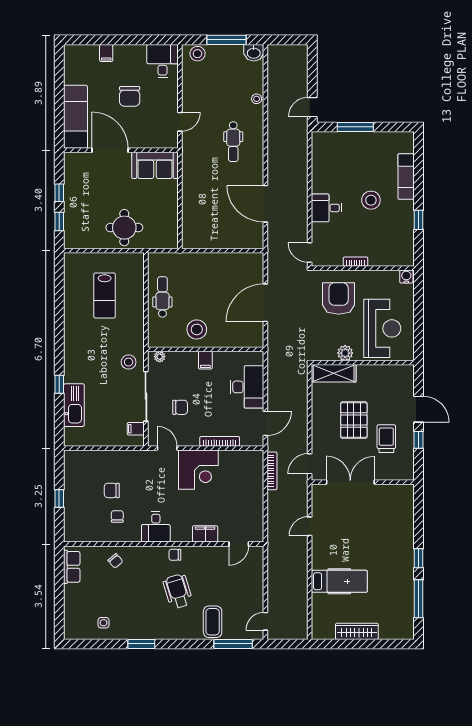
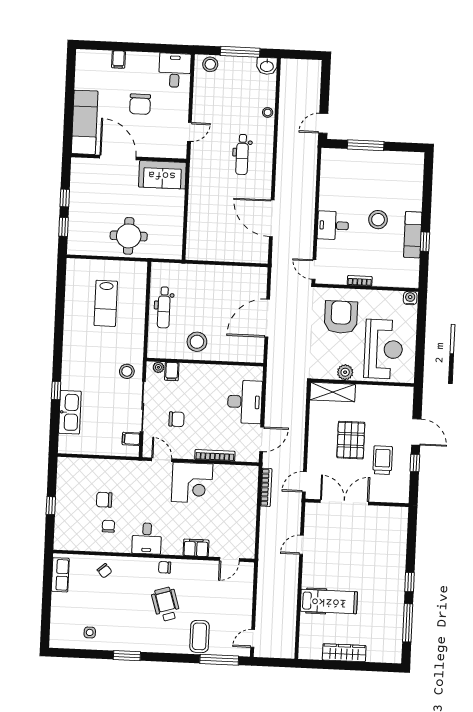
exam couch: (406, 176) -> (413, 235), moved
dental chair: (162, 297) -> (164, 307), turned 180
filing cabinet: (205, 360) -> (172, 371), moved

